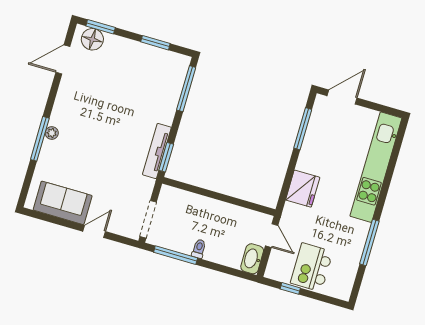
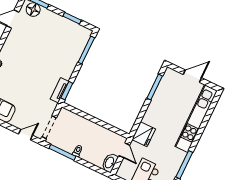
door: (342, 97) -> (192, 76), moved
tv unit: (157, 151) -> (60, 90), width x0.71
fridge: (303, 189) -> (144, 134), moved
door: (94, 231) -> (26, 135), moved

